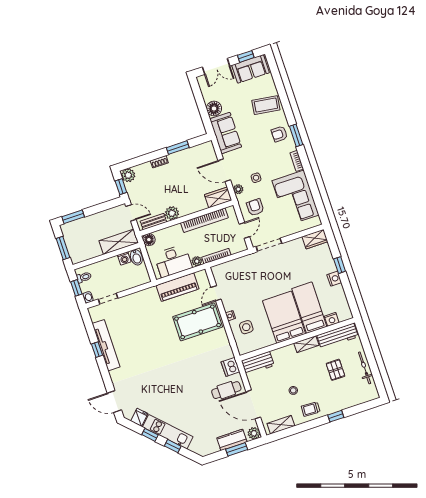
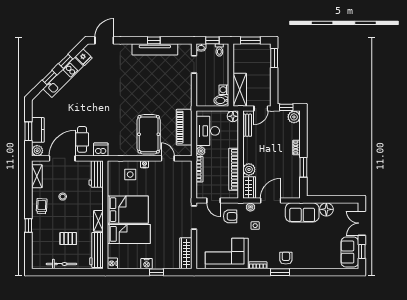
coffee table: (266, 105) -> (315, 255), removed
plant: (172, 213) -> (249, 169), moved
wardrobe: (315, 239) -> (186, 253), width x1.50
nightstand: (332, 319) -> (112, 263), moved

